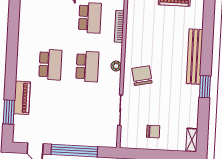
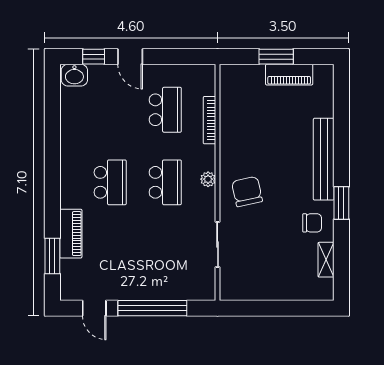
chair: (153, 132) -> (312, 223), moved
shelving: (192, 140) -> (326, 260), moved

